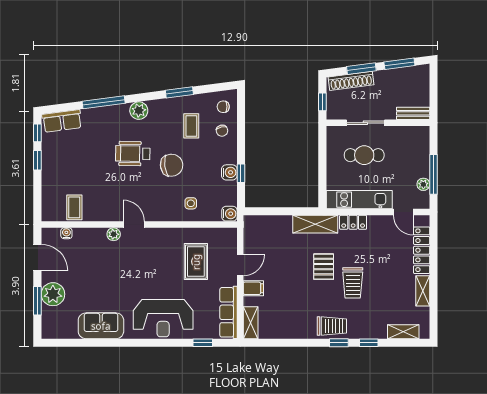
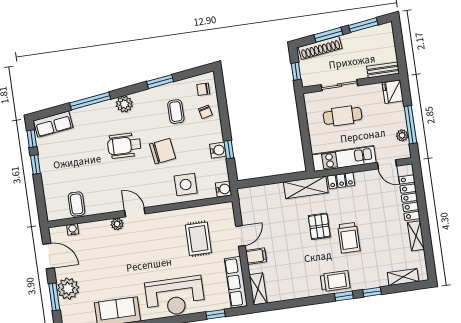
fridge: (420, 137) -> (393, 92), added
side table: (191, 203) -> (186, 184), width x1.87, depth x1.87

